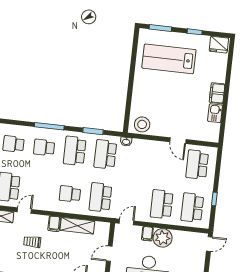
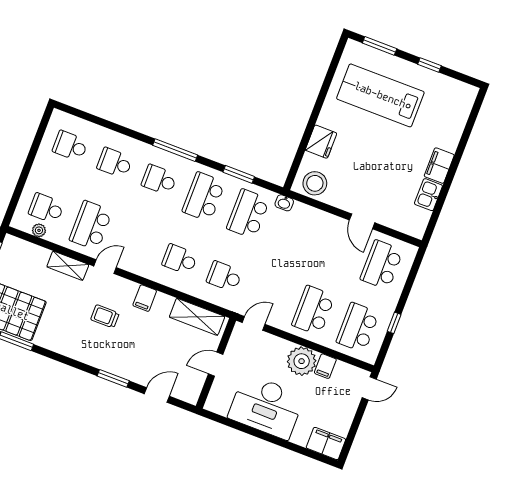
fridge: (219, 45) -> (321, 142), moved, turned -90
school desk: (100, 197) -> (224, 276), width x0.54
shelving: (77, 226) -> (197, 317), moved
filing cabinet: (147, 234) -> (325, 366), moved

